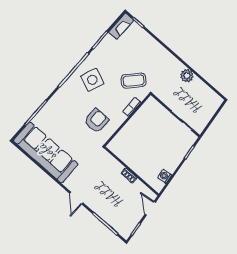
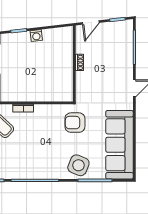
side table: (92, 80) -> (78, 165), moved
armchair: (96, 121) -> (75, 123), moved
washing machine: (165, 176) -> (36, 36), moved

